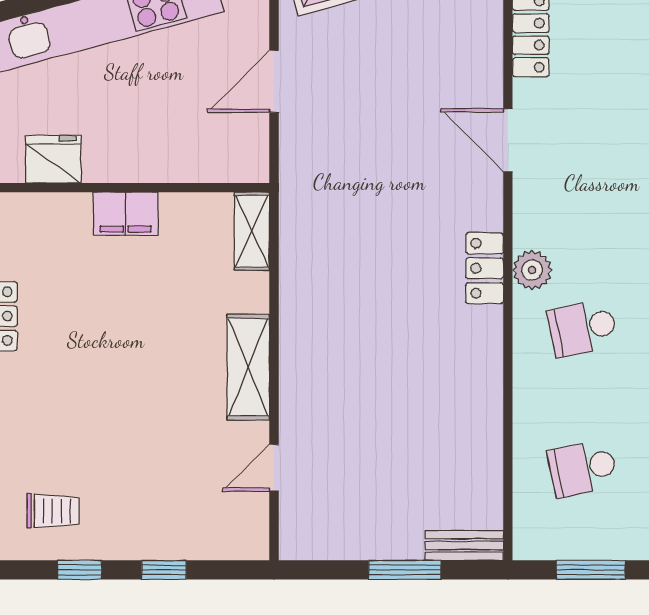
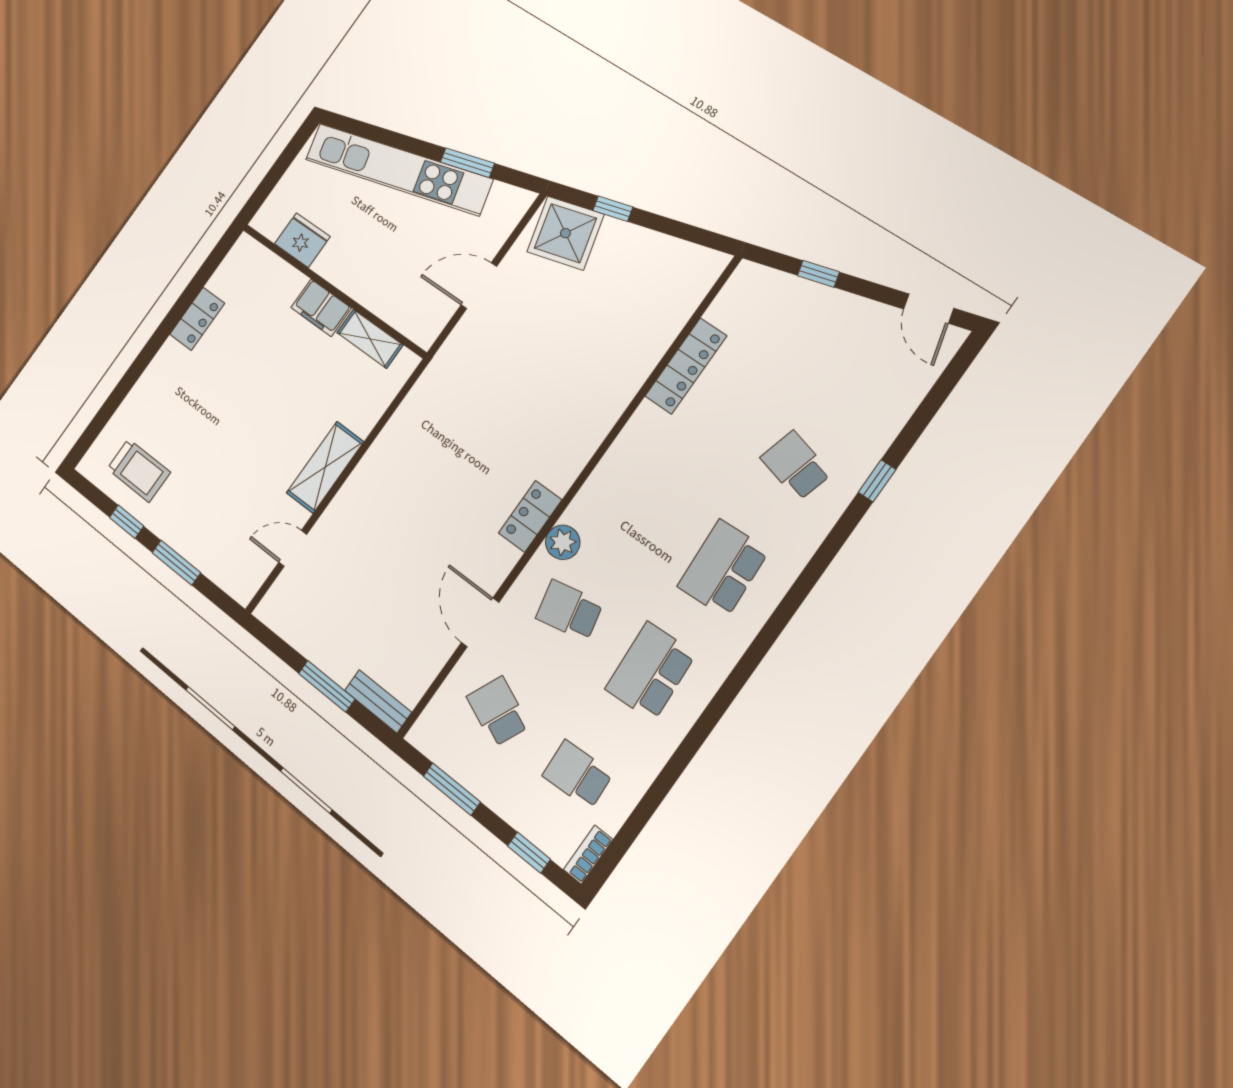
door: (508, 140) -> (480, 622), moved
shelving: (252, 231) -> (370, 339), moved, turned 90
school desk: (583, 468) -> (498, 711), turned 36
trolley: (53, 511) -> (139, 471), width x1.36, depth x1.39
window: (164, 570) -> (176, 563), width x1.50

